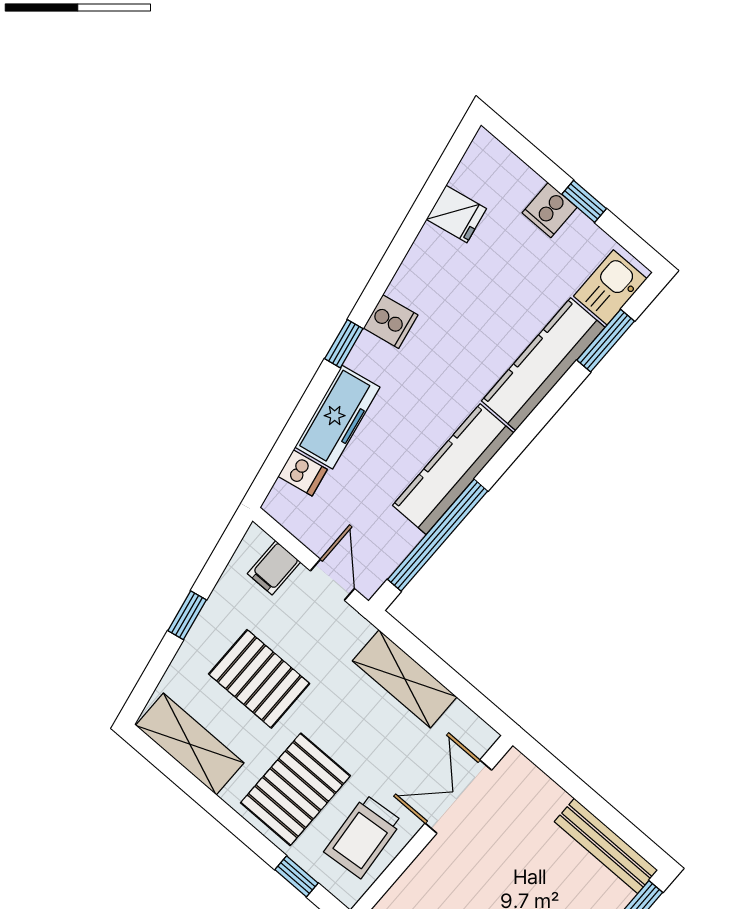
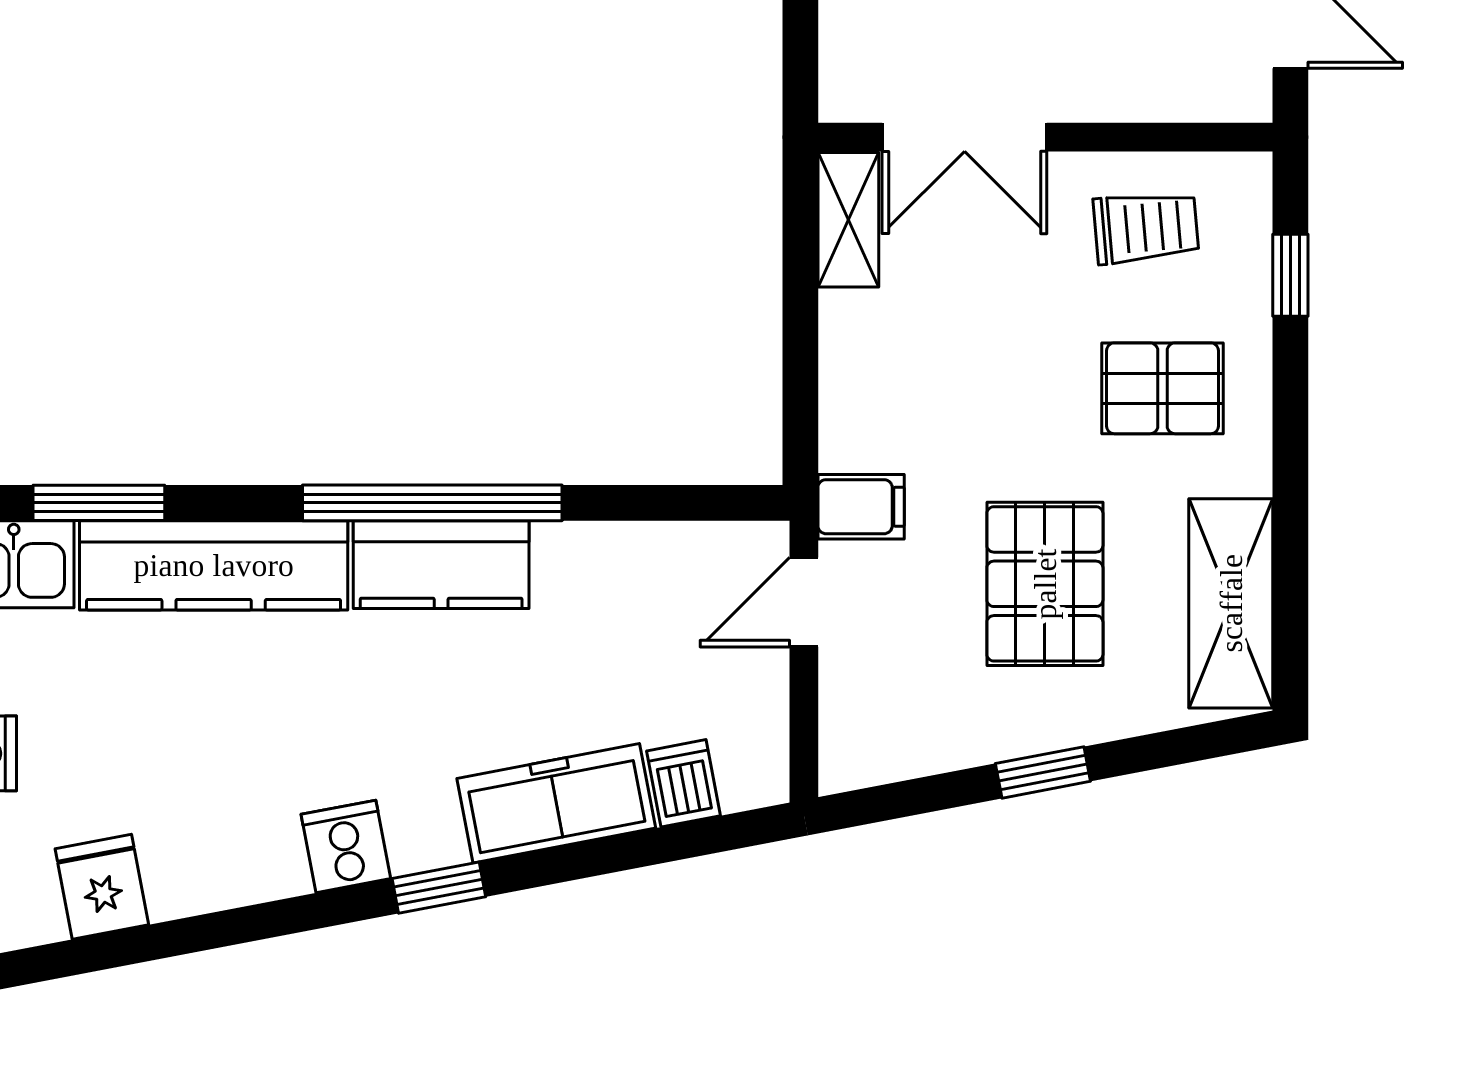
kitchen counter: (453, 469) -> (441, 565), width x0.67
window: (438, 535) -> (432, 503), moved
filing cabinet: (274, 568) -> (861, 507), moved
shelving: (405, 679) -> (848, 220), moved, width x0.67, depth x0.75
pallet: (295, 789) -> (1162, 388), width x0.67, depth x0.71
trolley: (363, 836) -> (1146, 228), width x0.73, depth x0.72

